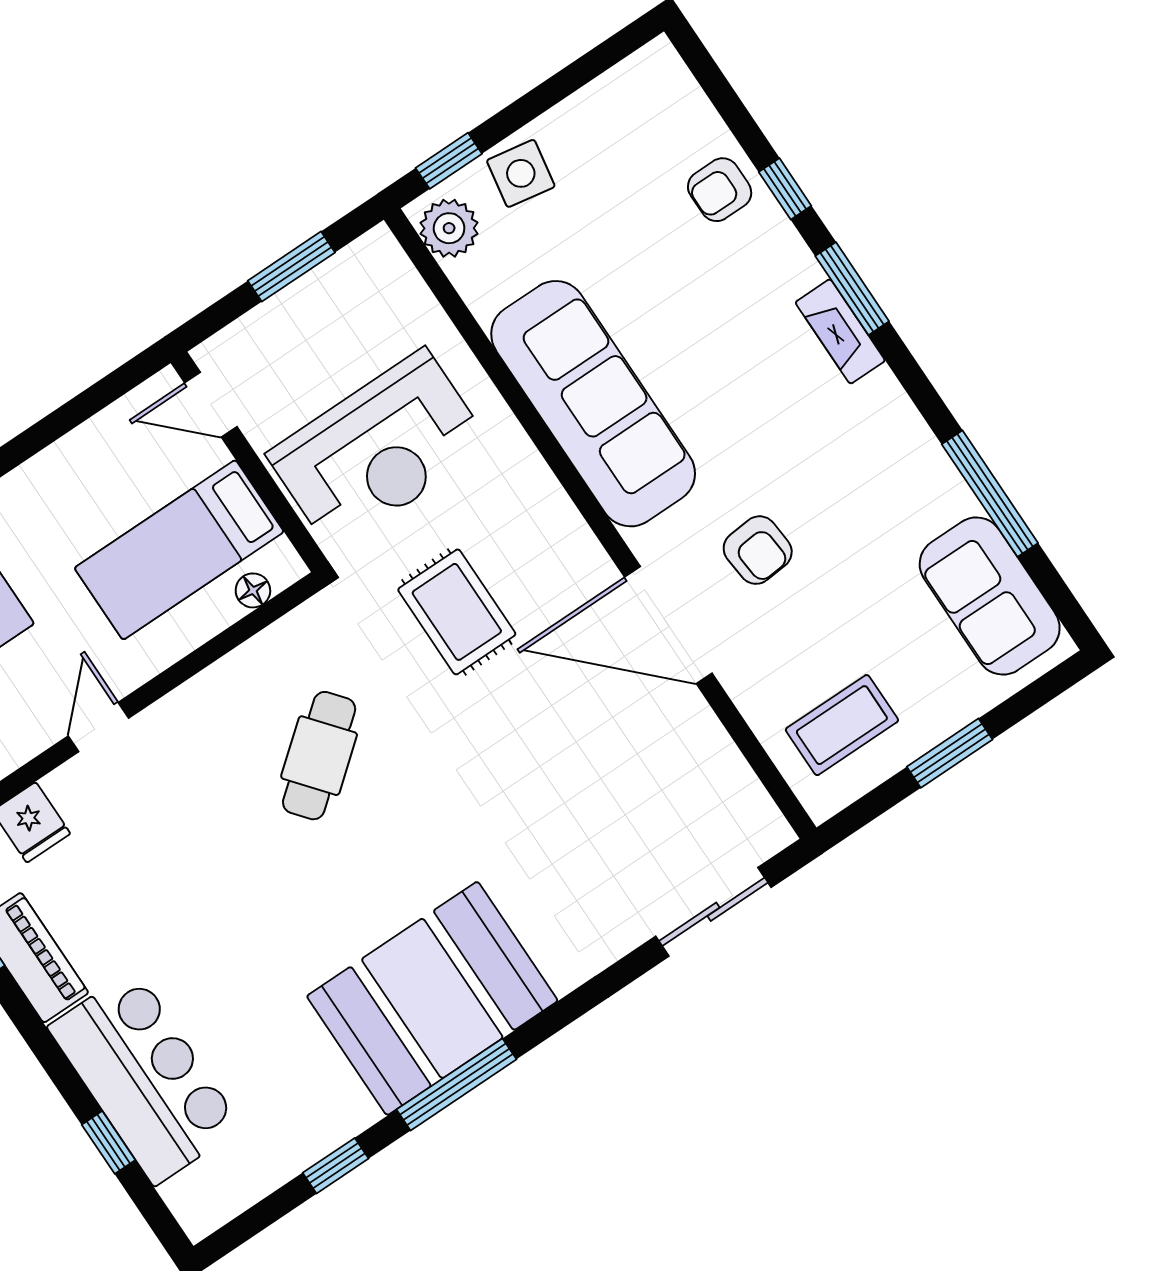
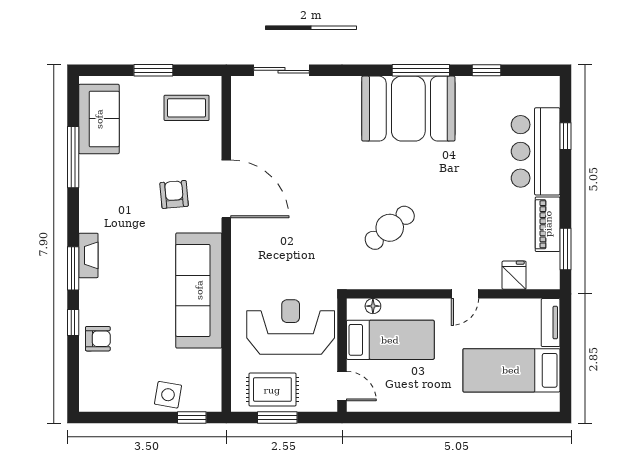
plant: (449, 228) -> (209, 392), removed
rug: (457, 612) -> (272, 390), moved, turned 90

